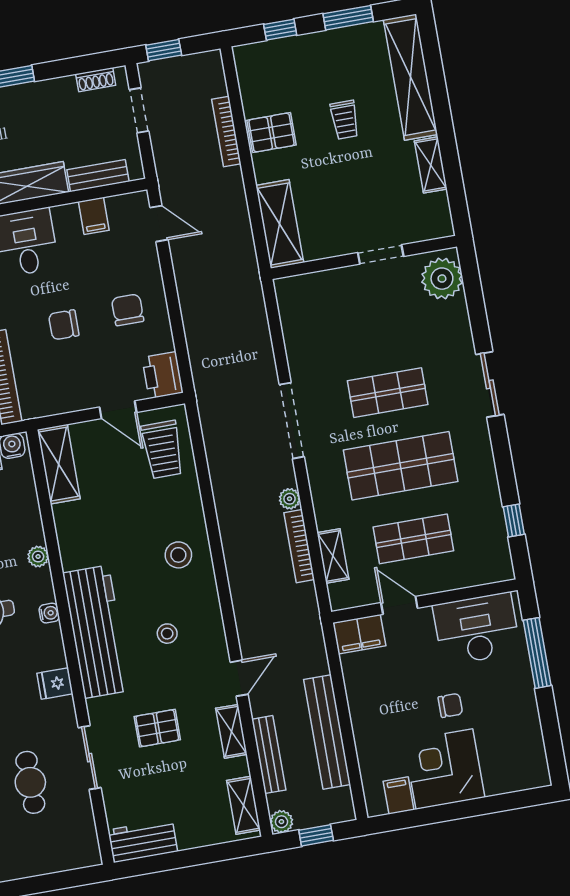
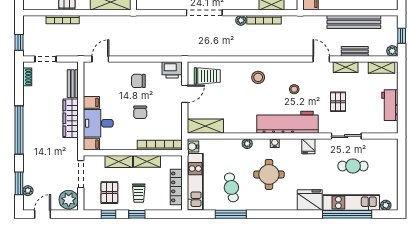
filing cabinet: (94, 216) -> (91, 102), moved
bench: (269, 755) -> (355, 51), width x0.73
workbench: (143, 841) -> (390, 105), moved

